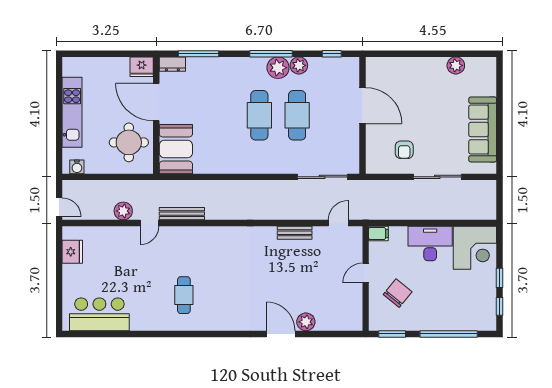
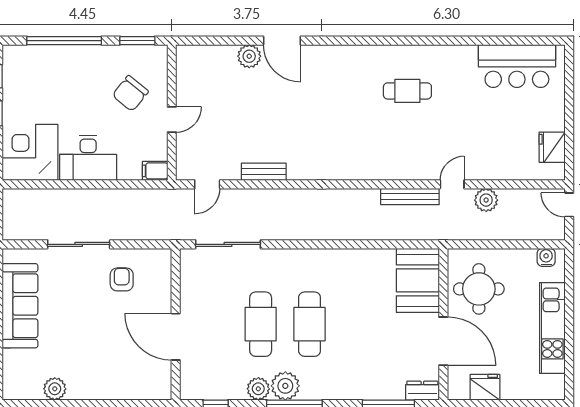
fridge: (142, 67) -> (485, 387), moved
cafe table: (184, 295) -> (407, 91), turned 90

